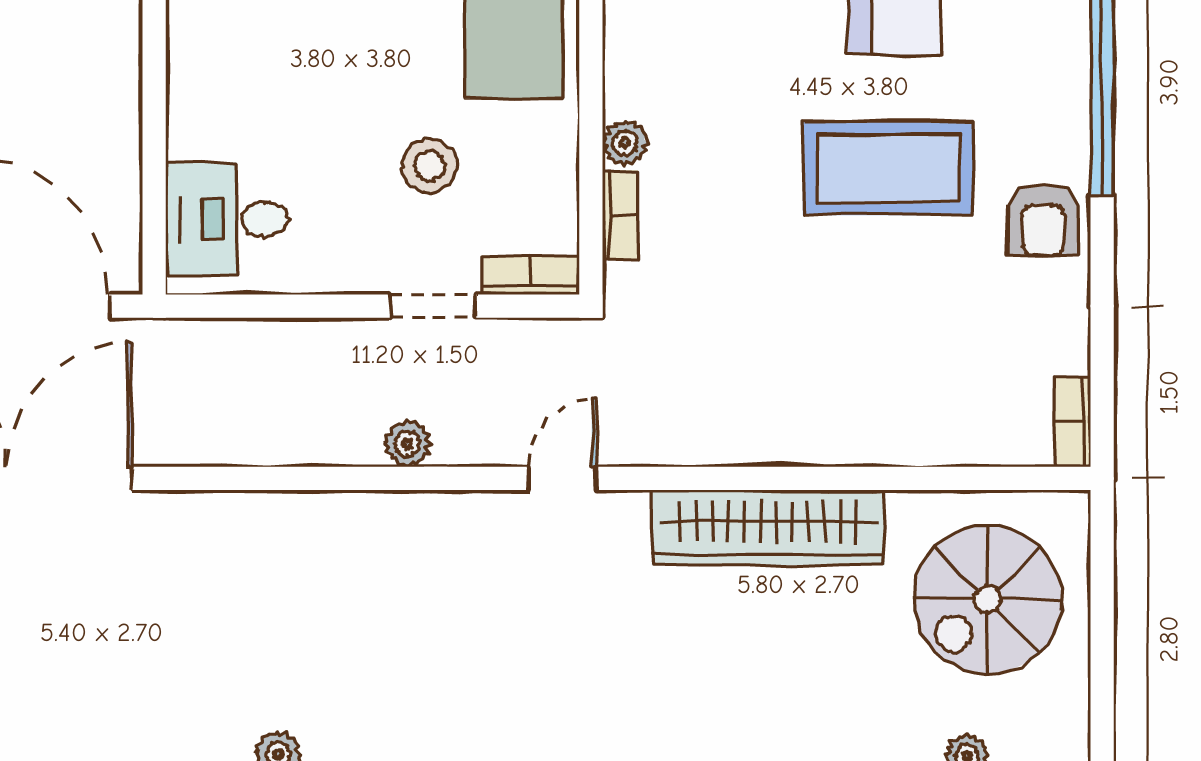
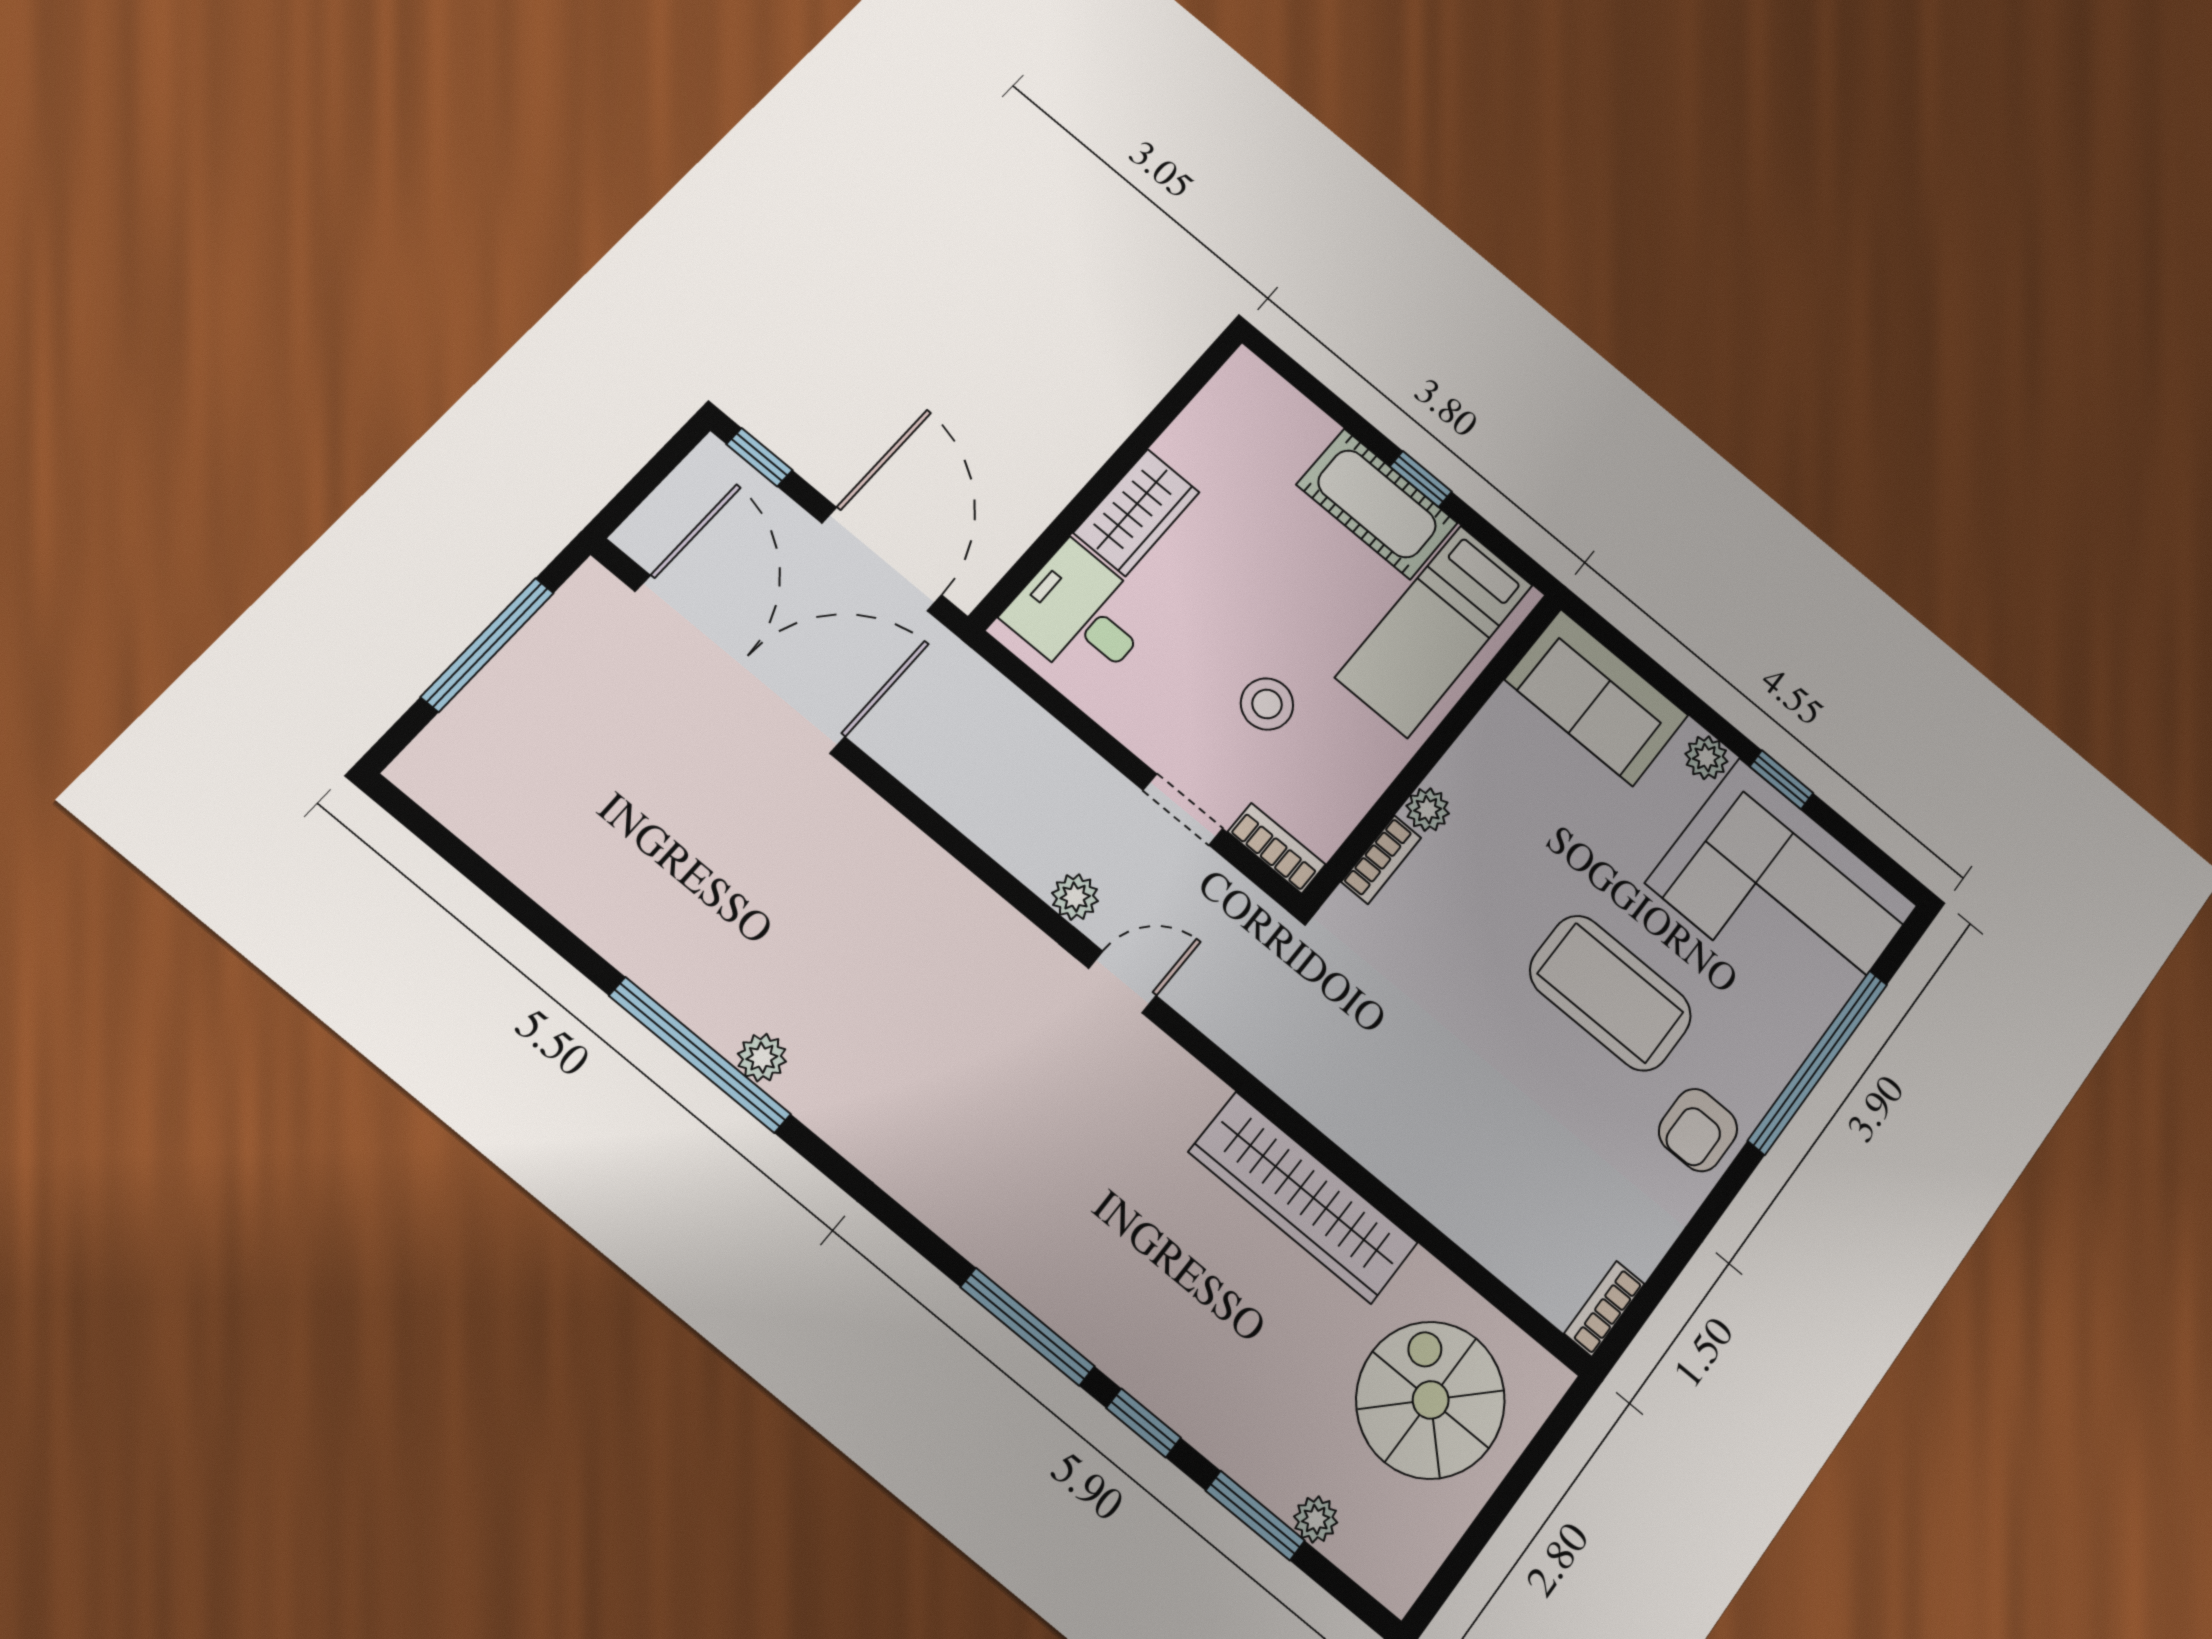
wardrobe: (201, 98) -> (1137, 513), added
door: (562, 478) -> (1122, 982), moved
spiral stairs: (987, 600) -> (1431, 1400), turned 90

